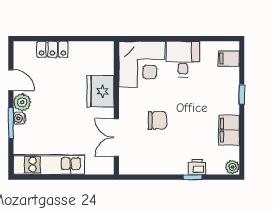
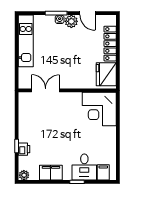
locker: (52, 49) -> (110, 44), width x1.53
desk: (183, 59) -> (84, 167), moved, turned 90
door: (11, 80) -> (88, 13), hinge flipped
fridge: (101, 91) -> (106, 74), moved, turned -90
chair: (157, 120) -> (58, 120), removed

